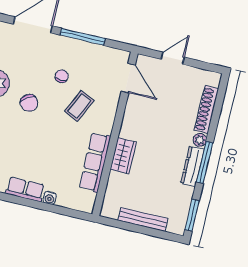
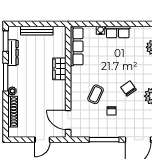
row of seats: (95, 162) -> (77, 46), moved
dresser: (192, 166) -> (13, 53), moved

